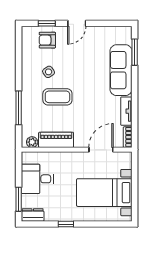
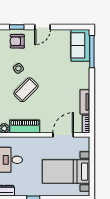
window: (135, 52) -> (92, 52), width x1.44
sofa: (121, 70) -> (80, 45), moved, width x0.73
coffee table: (57, 97) -> (26, 90), turned -45

